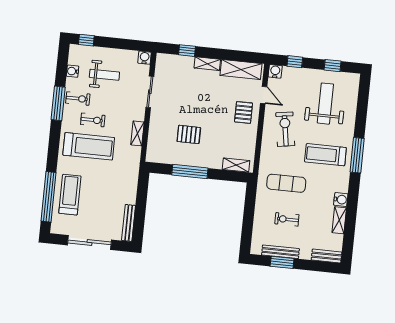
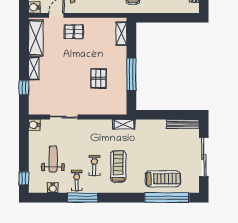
shelving: (137, 133) -> (124, 124), moved
treadmill: (89, 146) -> (118, 166), width x0.73, depth x0.73
treadmill: (70, 195) -> (163, 179), turned 180

